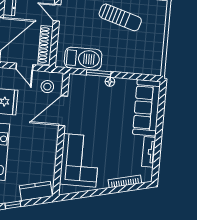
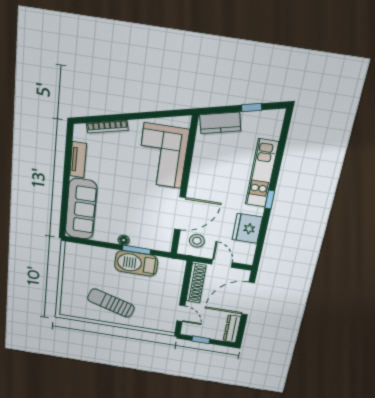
barbecue: (83, 59) -> (136, 263), moved

